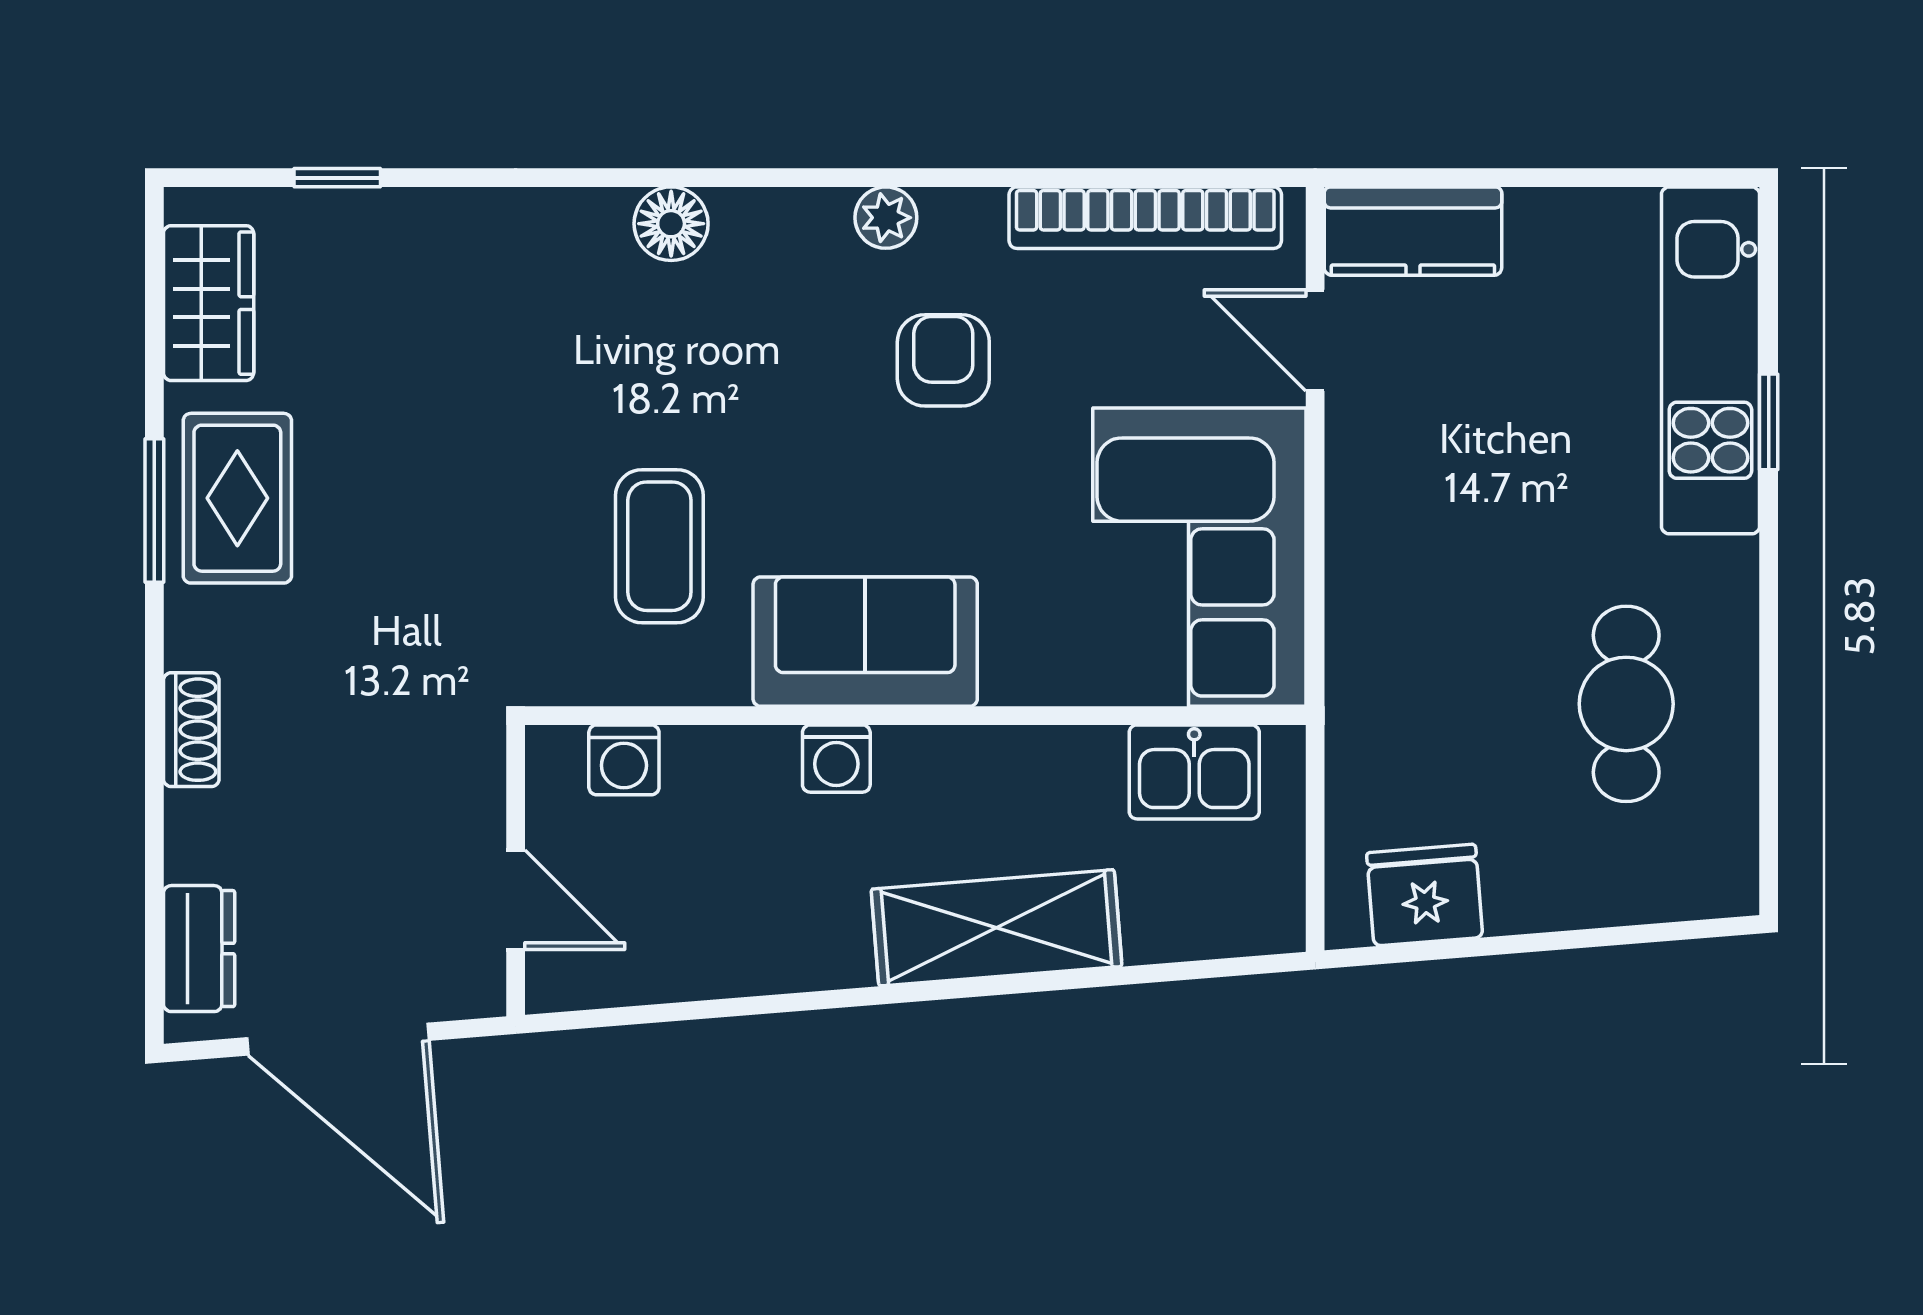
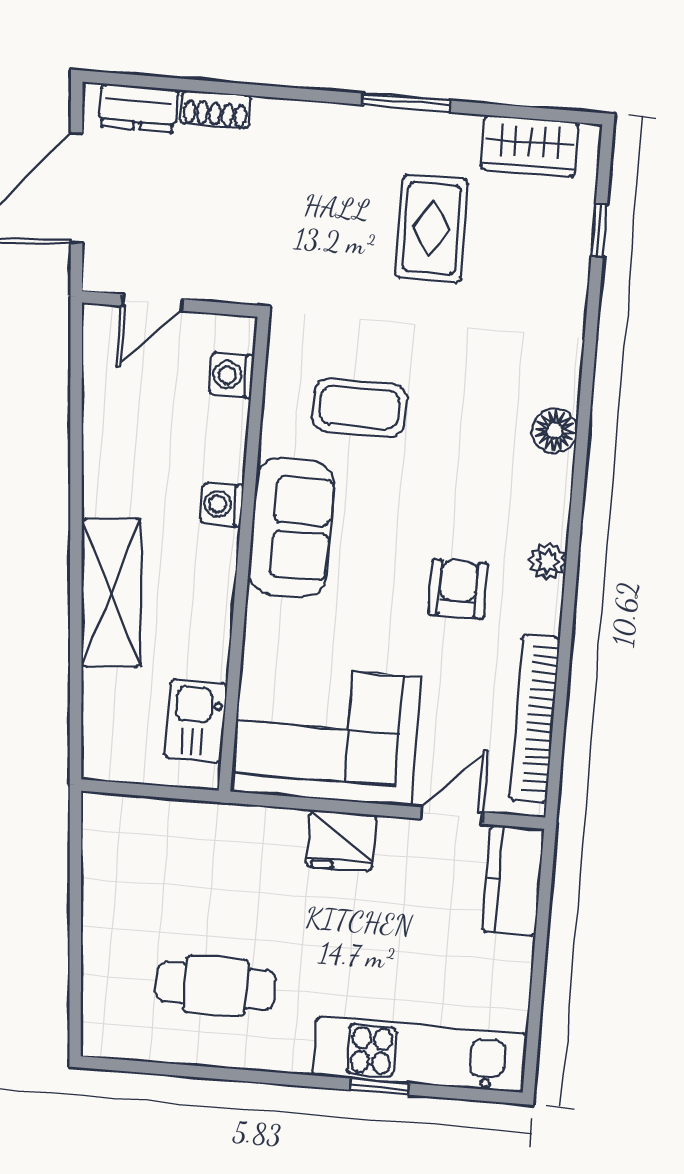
armchair: (943, 360) -> (458, 589), turned -90
rug: (237, 498) -> (432, 228), moved, turned 90
shoe rack: (191, 730) -> (215, 110), moved
fridge: (1425, 895) -> (341, 841), moved, turned 95

